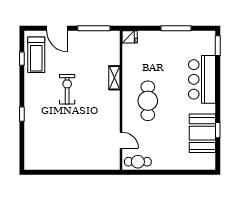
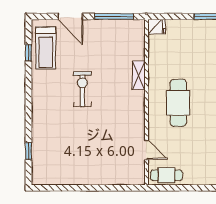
window: (22, 114) -> (28, 151), moved

